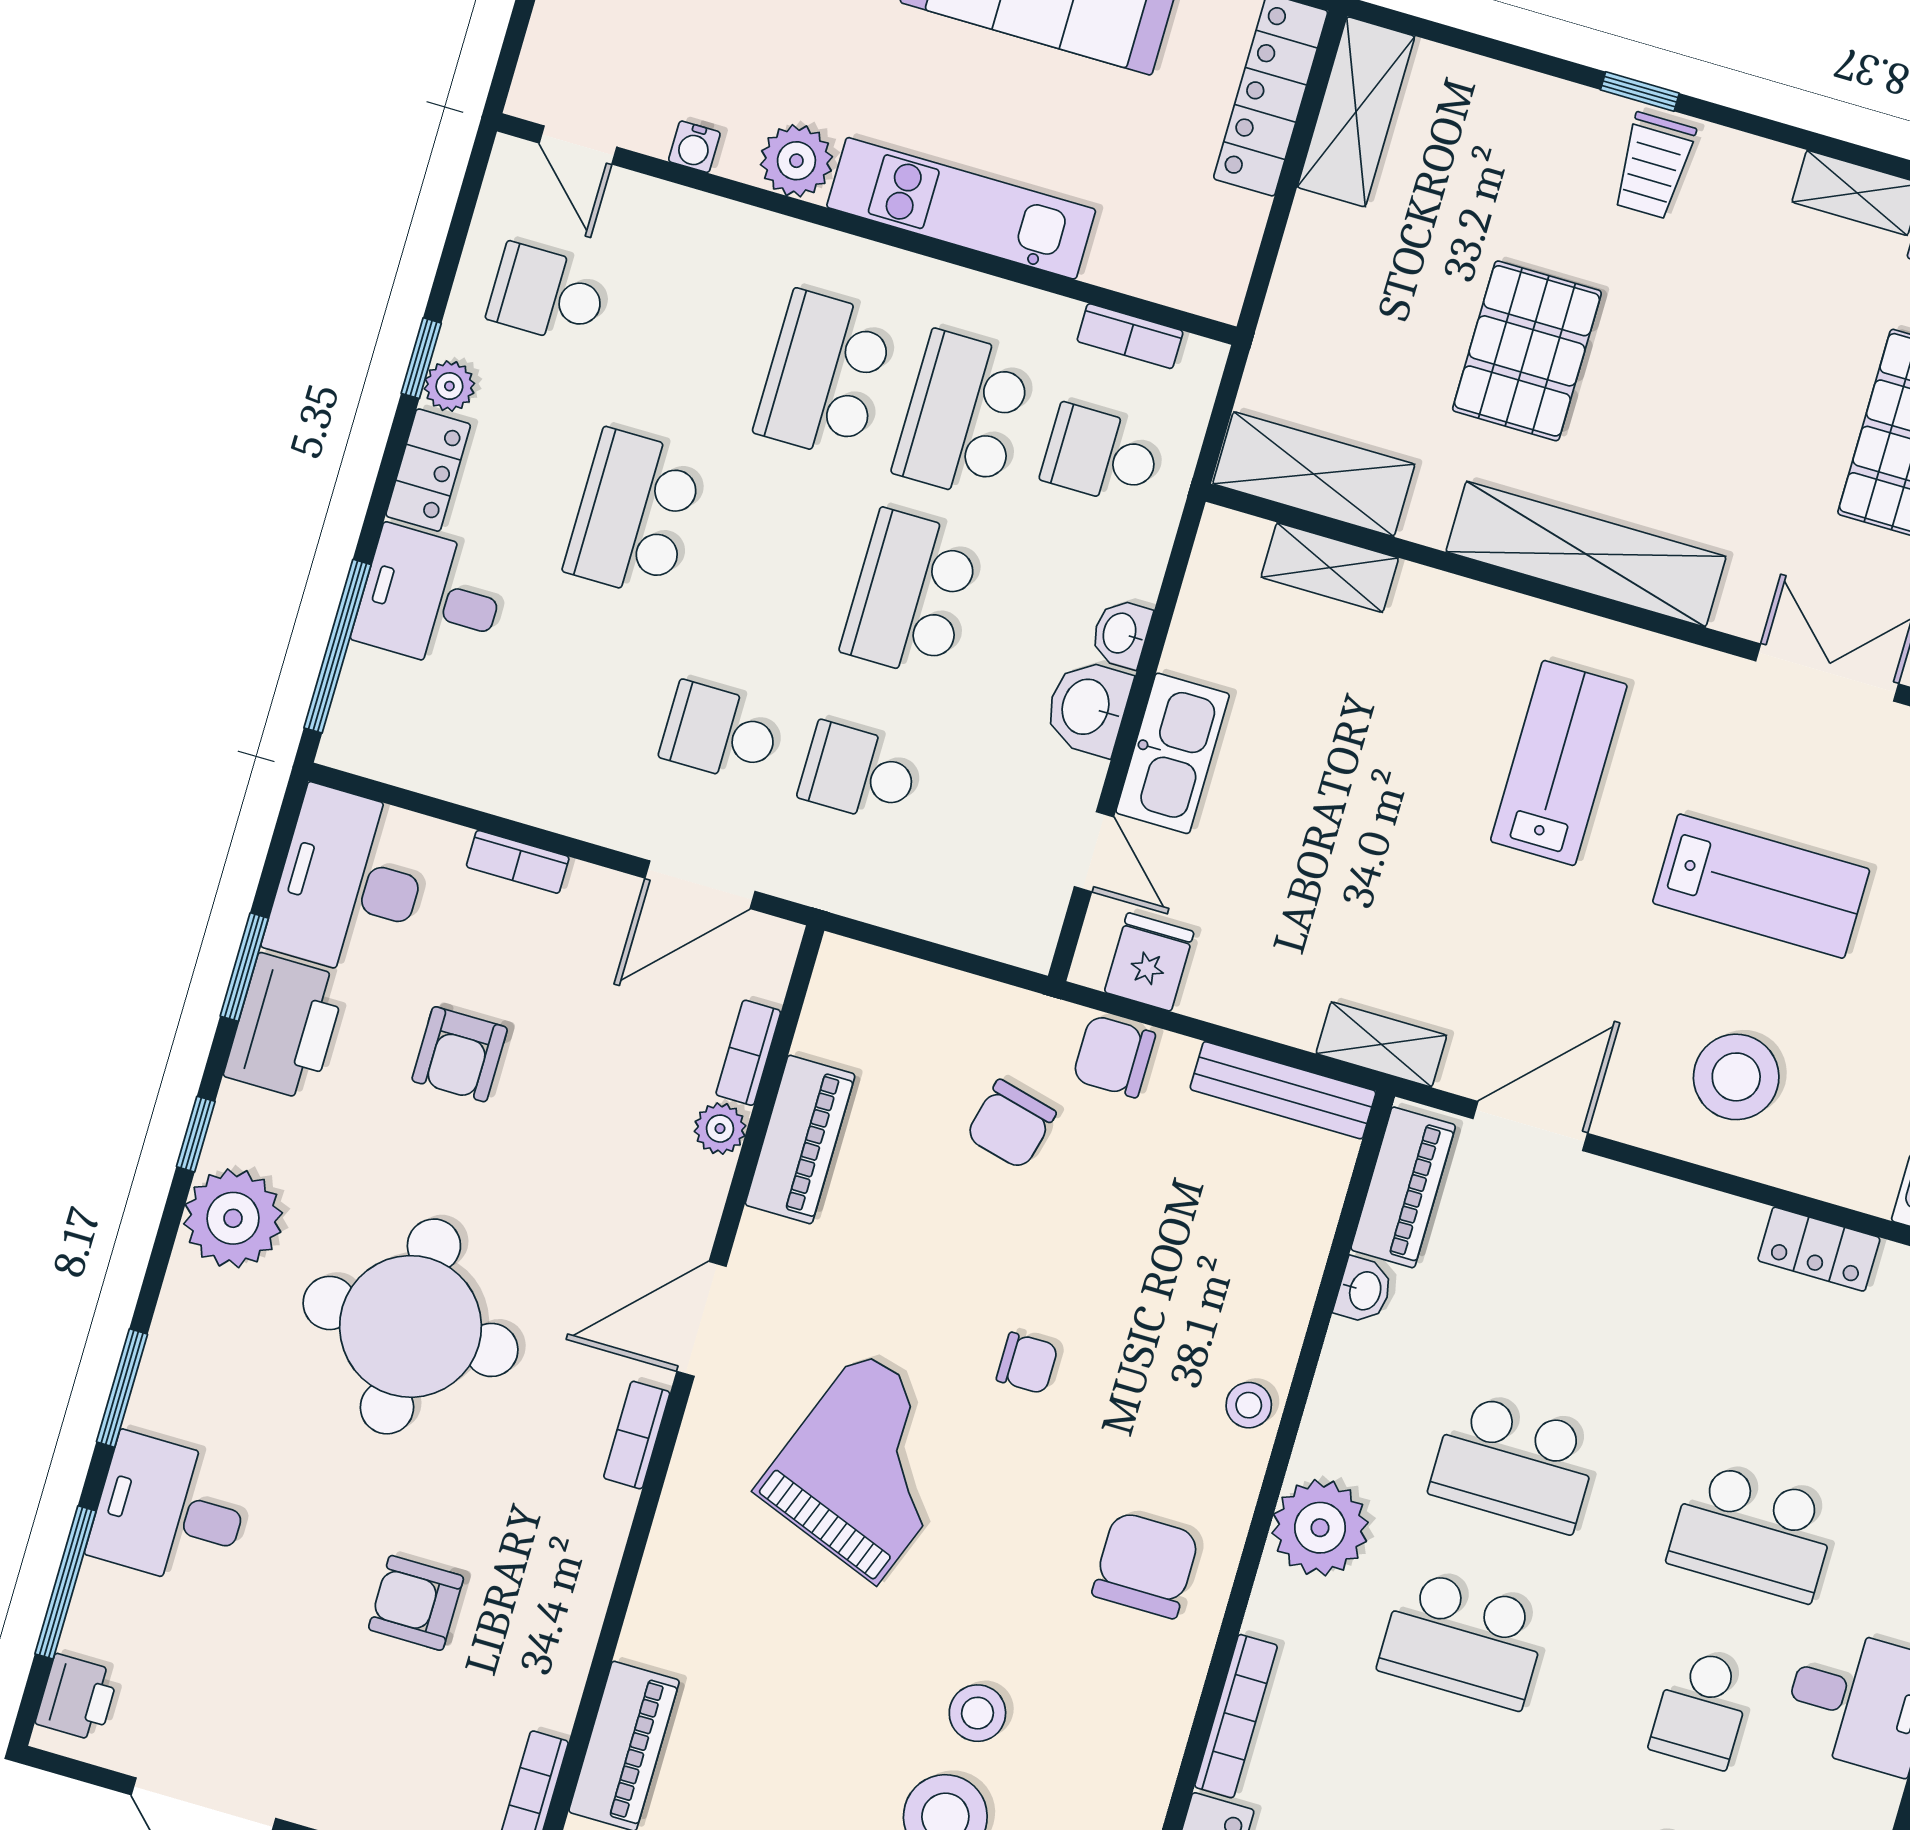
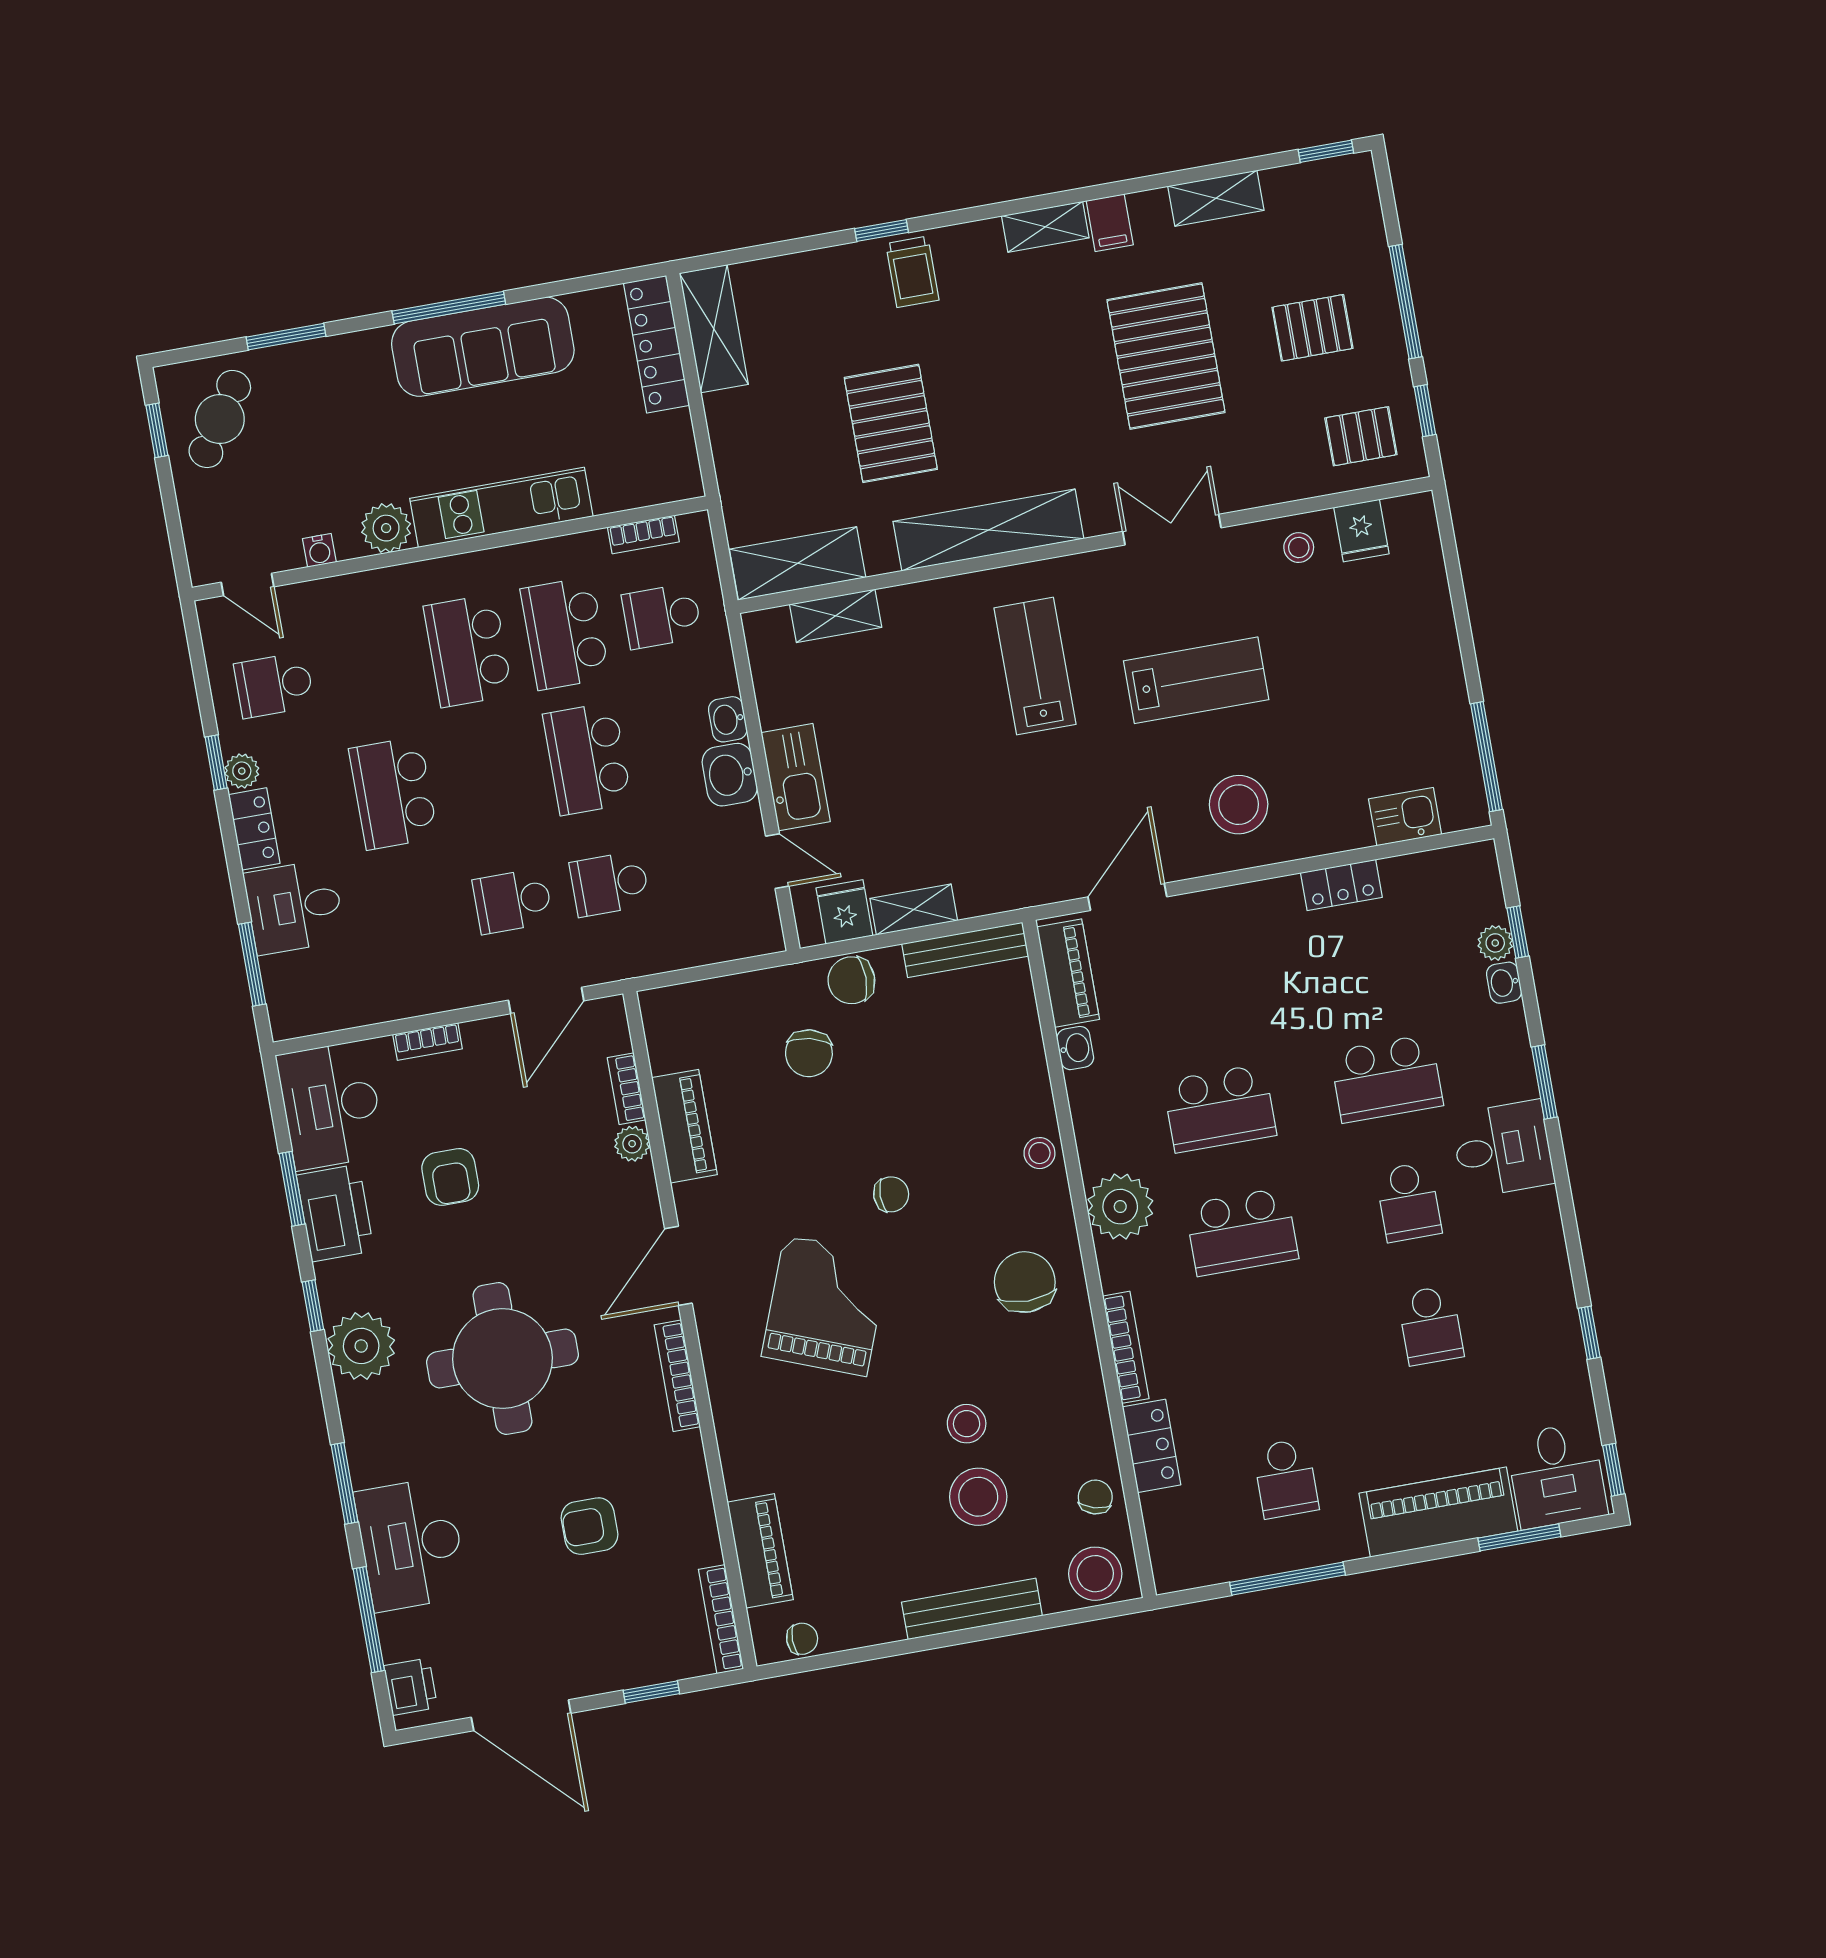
window: (338, 646) -> (252, 964), width x0.69
shelving: (1381, 1044) -> (914, 910), moved
bookcase: (637, 1435) -> (677, 1376), width x1.56
desk: (170, 1511) -> (411, 1544), width x1.37

